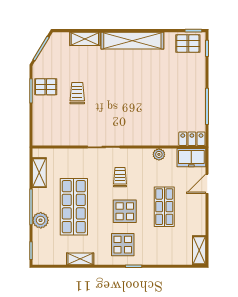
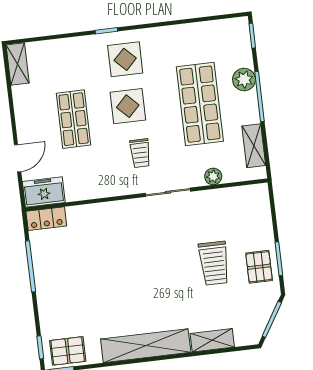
pallet: (46, 87) -> (259, 267), turned 90
trolley: (77, 93) -> (214, 263), width x1.36, depth x1.39
plant: (159, 154) -> (213, 176), moved
shelving: (80, 259) -> (182, 32), removed

